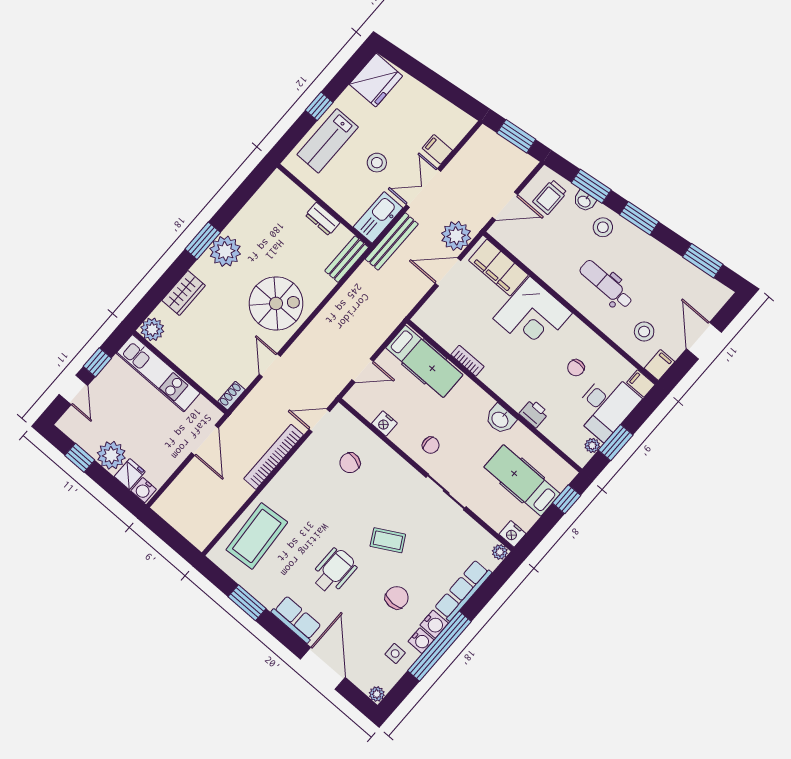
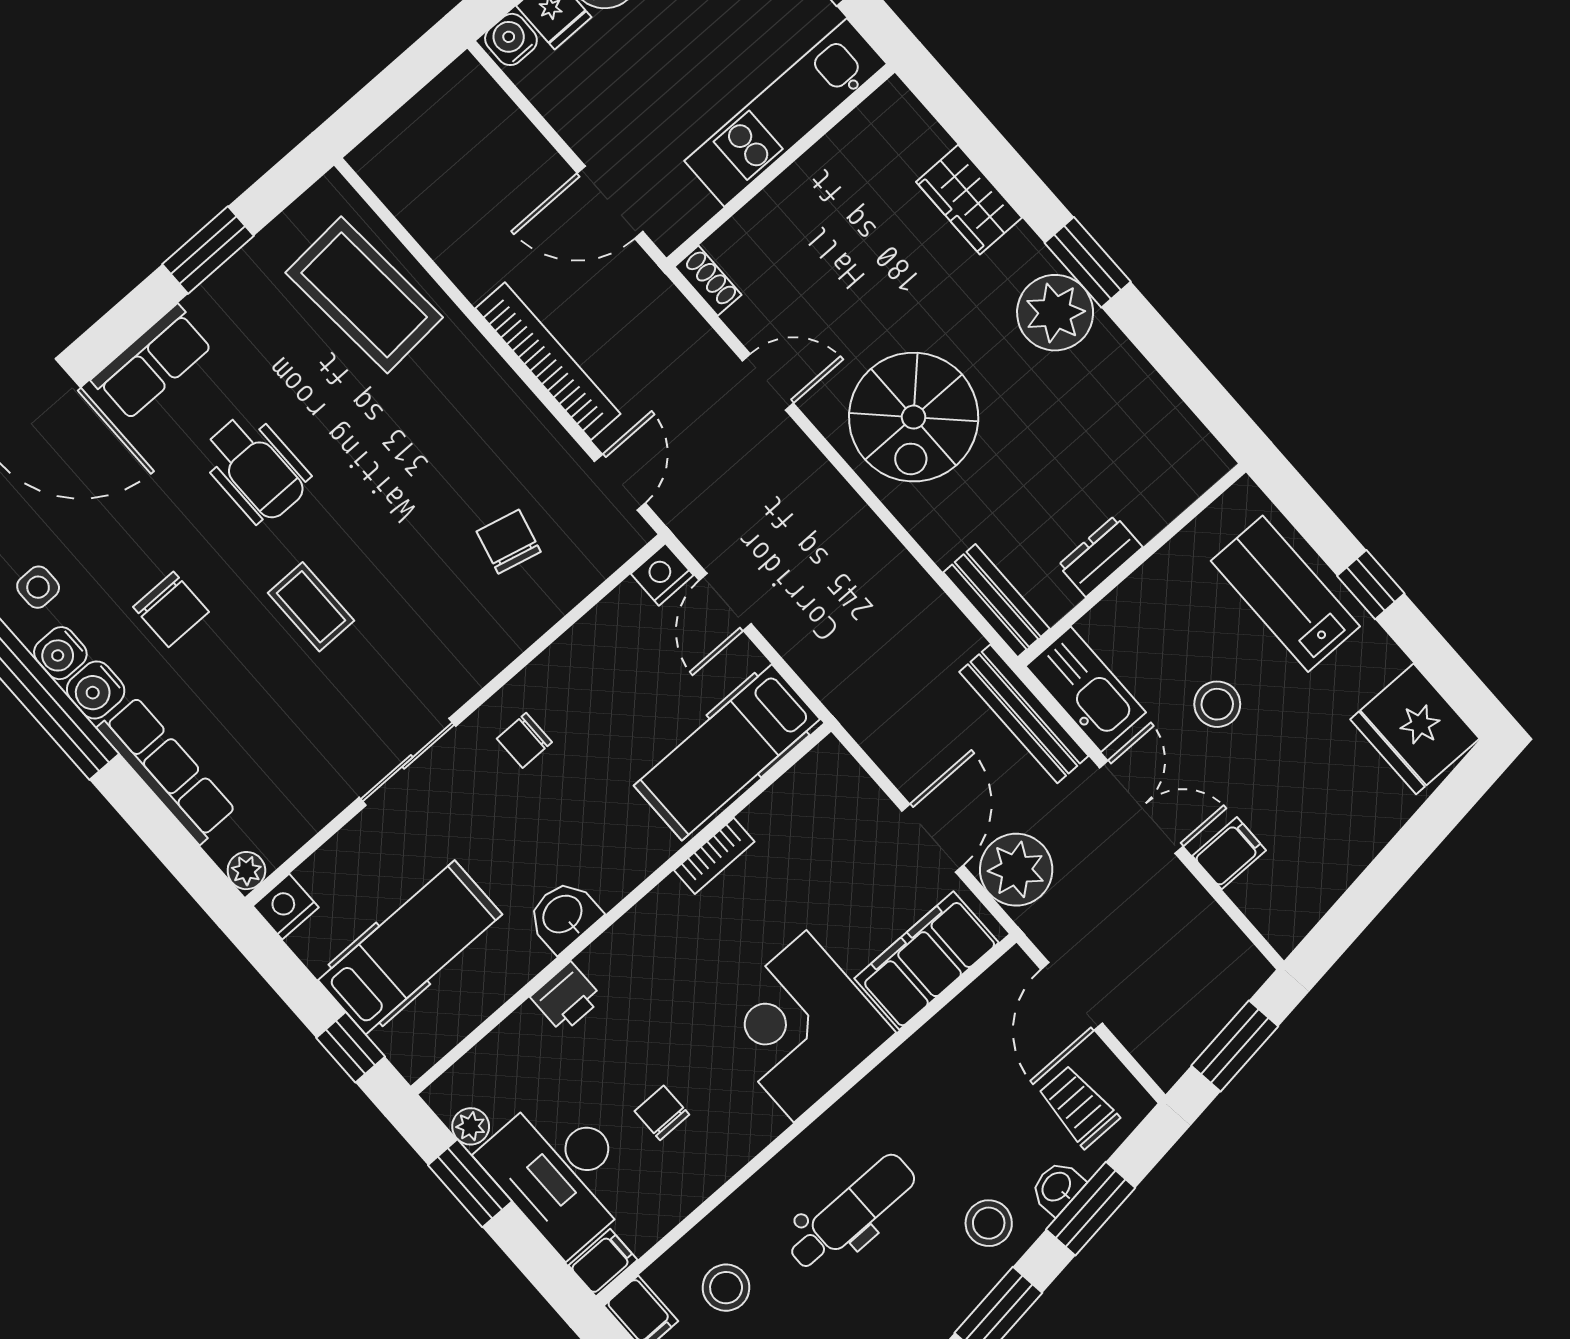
plant: (152, 329) -> (892, 113), removed
nightstand: (384, 423) -> (662, 574), moved
coffee table: (388, 540) -> (311, 607), turned -61

